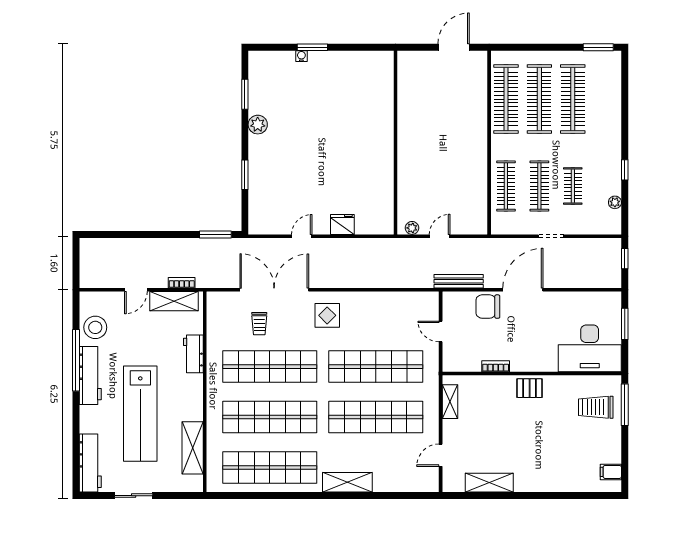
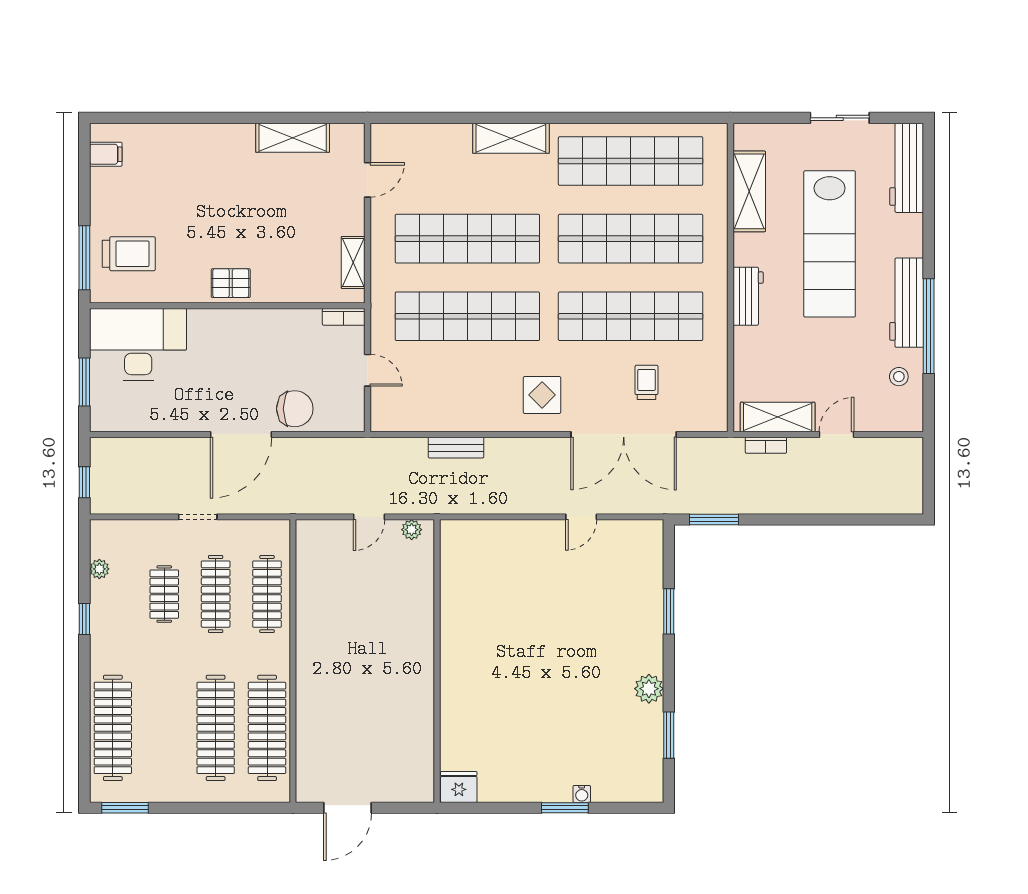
clothes rail: (573, 99) -> (113, 728), moved
fridge: (342, 224) -> (459, 787), moved, turned 180
bench: (459, 281) -> (456, 448), moved, width x0.73
stool: (95, 327) -> (899, 377), width x0.53, depth x0.53
workbench: (193, 354) -> (748, 296), moved
bookcase: (496, 366) -> (344, 317), moved
lab bench: (140, 414) -> (830, 244), turned 180

